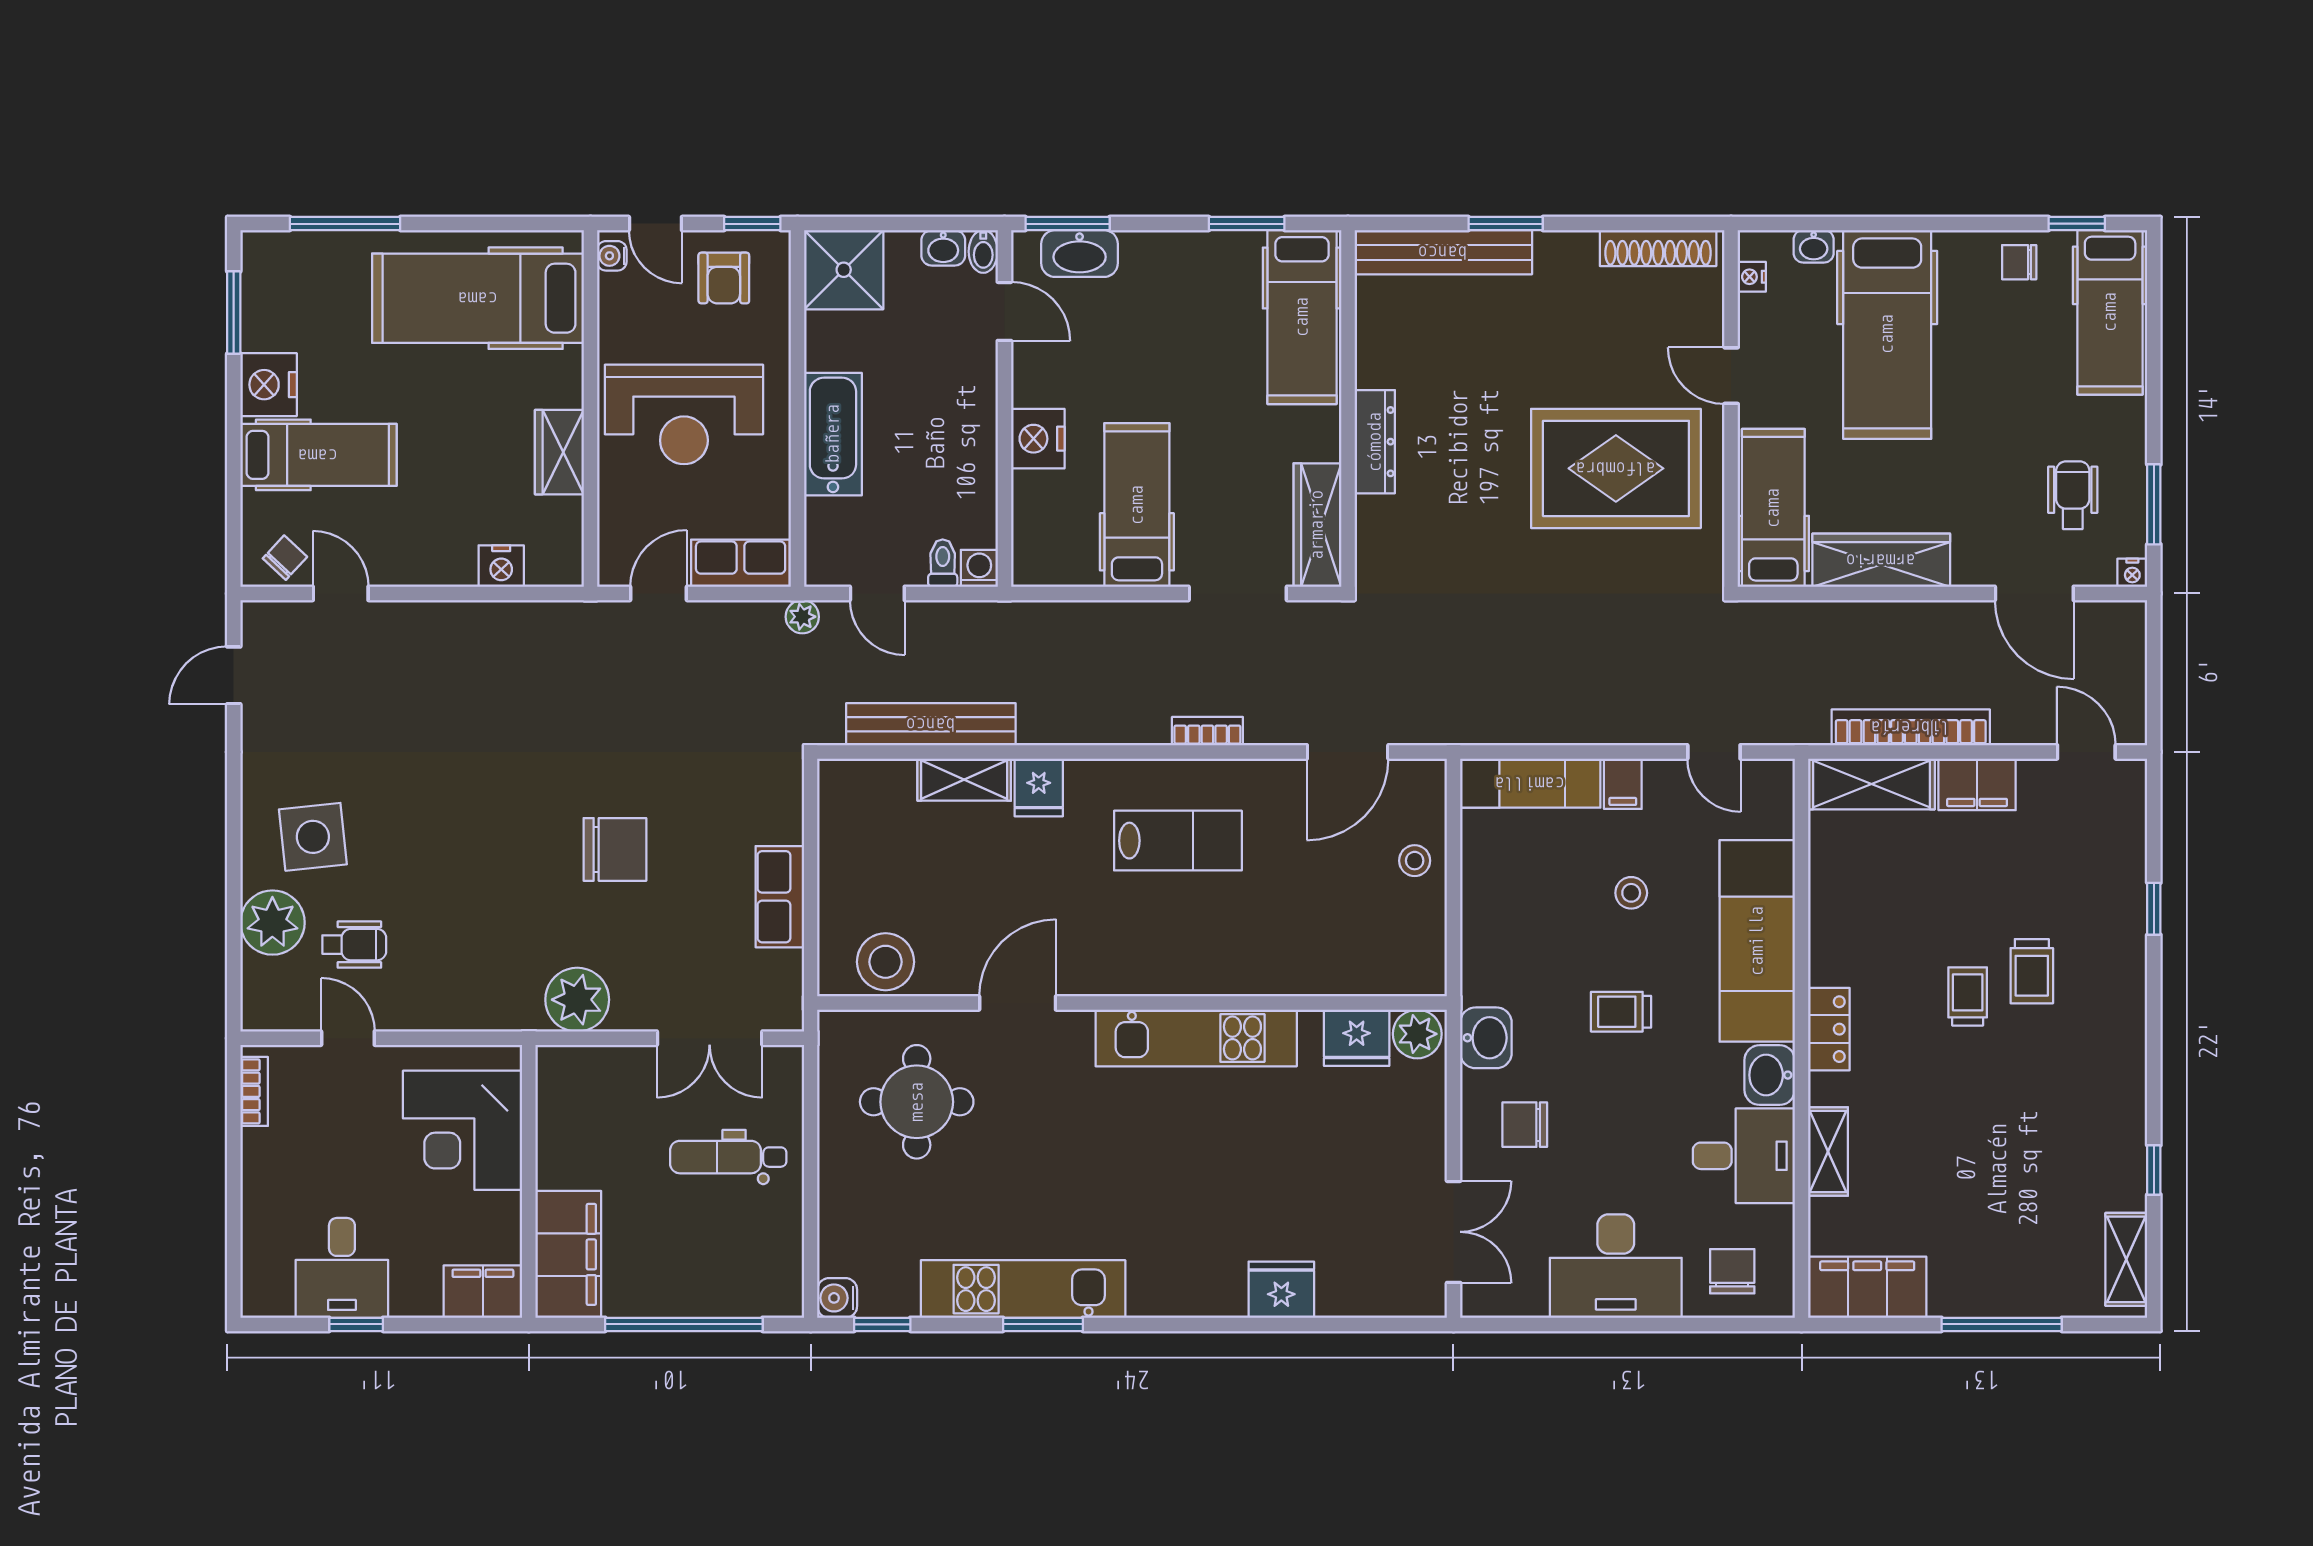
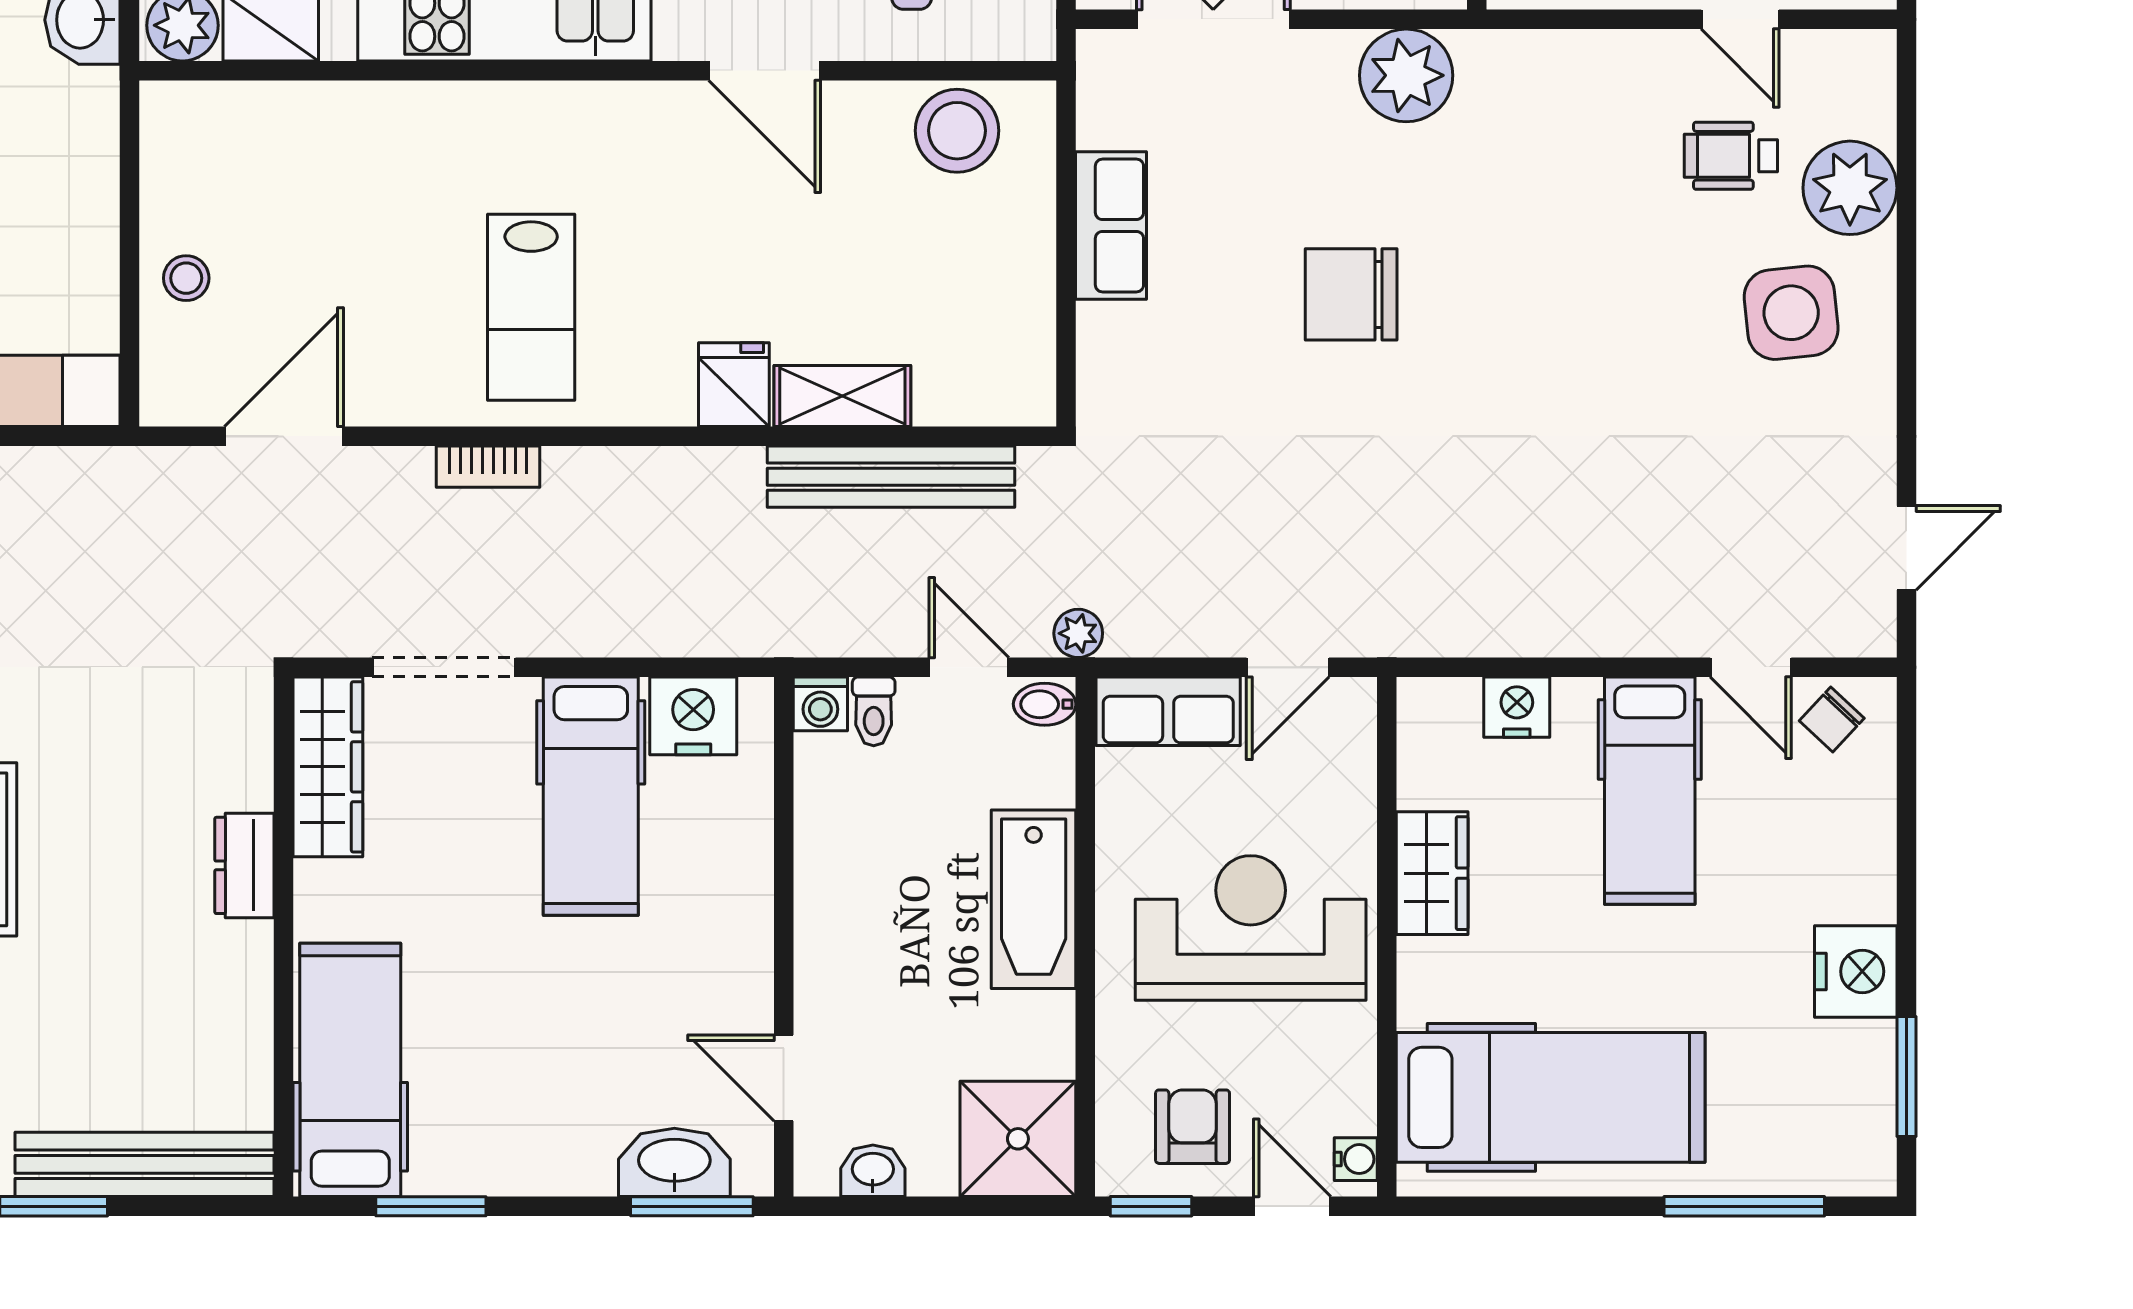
bidet: (983, 251) -> (1045, 704), moved, turned -90
nightstand: (1038, 439) -> (693, 716), moved, turned -90
dresser: (1375, 442) -> (244, 865), width x0.70
hospital bed: (318, 455) -> (1650, 791), moved, turned -90
lab bench: (1178, 841) -> (531, 307), turned -90
door: (1018, 1003) -> (765, 71), hinge flipped

